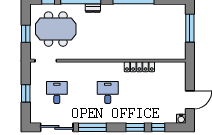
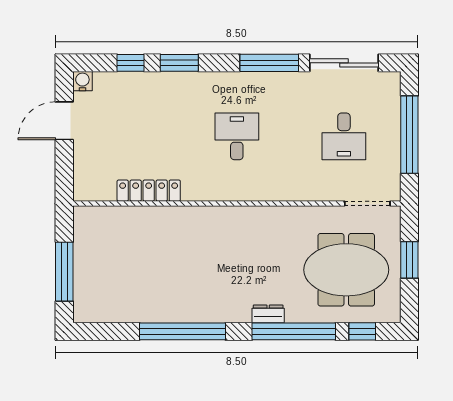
locker: (139, 67) -> (149, 191), moved
desk: (108, 92) -> (237, 136), turned 180
window: (26, 93) -> (409, 135), width x2.11

